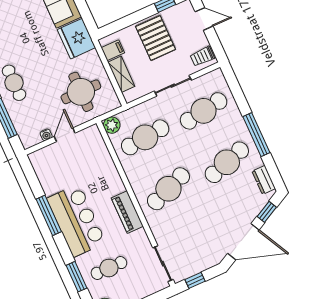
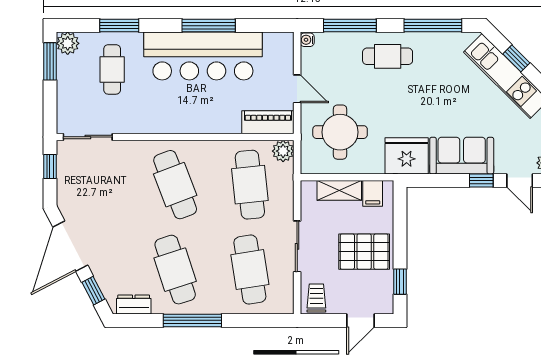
water cooler: (46, 135) -> (307, 40), moved
piano: (127, 212) -> (268, 122), moved
bar counter: (76, 221) -> (203, 56), width x1.36

